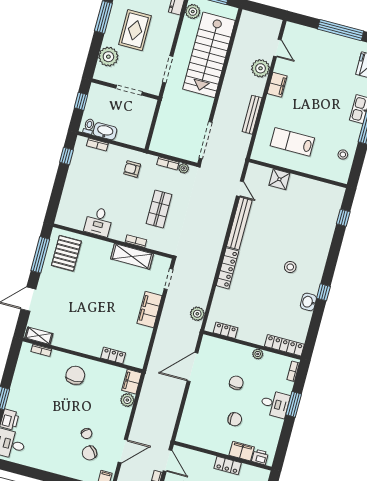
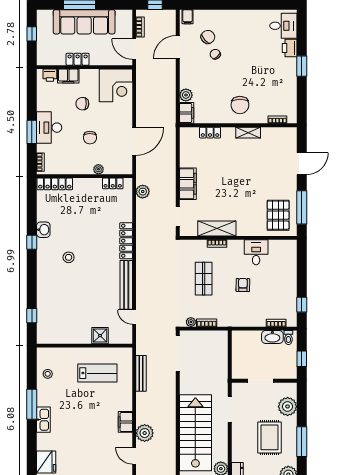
bench: (252, 115) -> (141, 373), moved
armchair: (132, 169) -> (243, 285), moved, turned -89
shelving: (39, 336) -> (248, 133), moved
plant: (258, 354) -> (98, 169), moved
desk: (275, 404) -> (49, 128), width x1.37
corner desk: (196, 429) -> (116, 85), added

